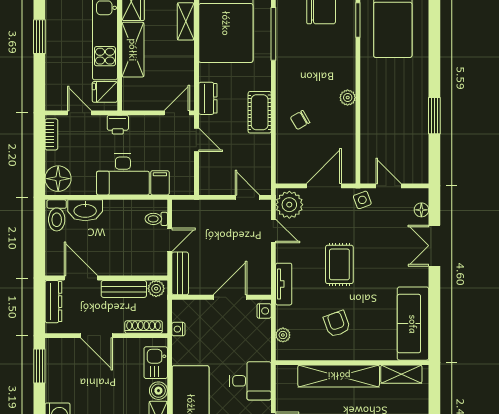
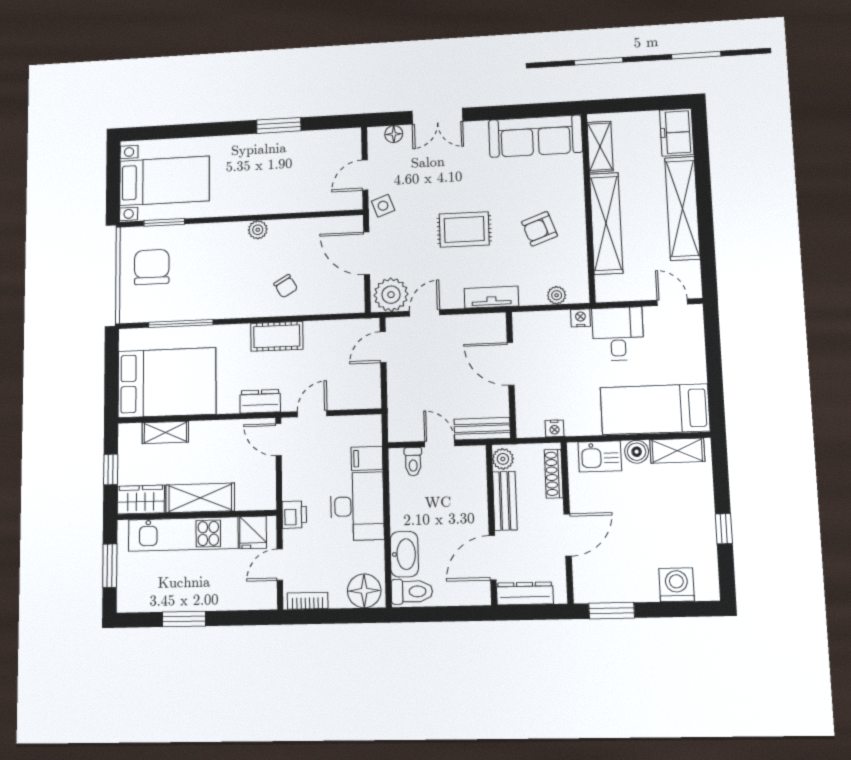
nightstand: (264, 311) -> (580, 318), moved

